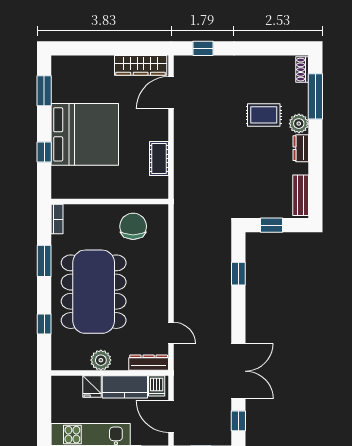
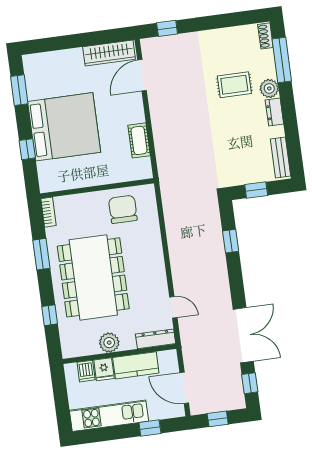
dishwasher: (157, 386) -> (86, 371), moved

